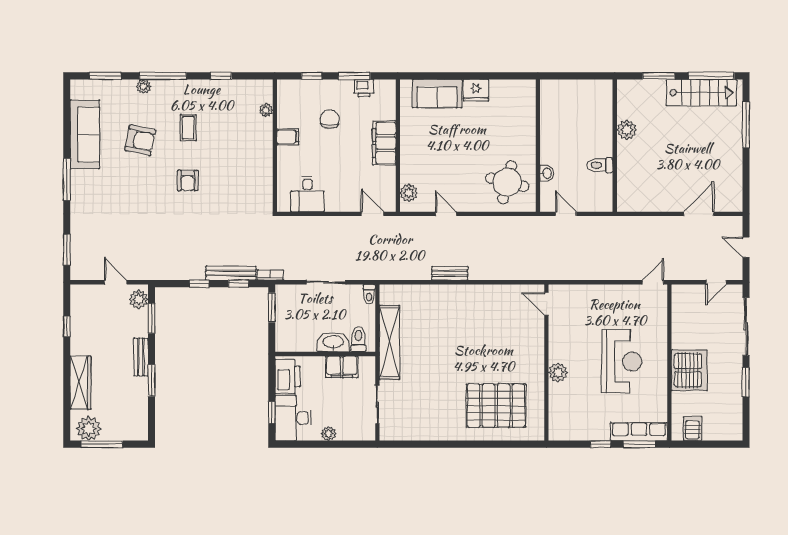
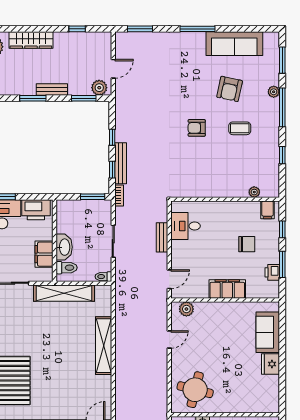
filing cabinet: (288, 137) -> (268, 210), moved
bench: (450, 273) -> (162, 237), moved
shelving: (453, 294) -> (104, 346), added

